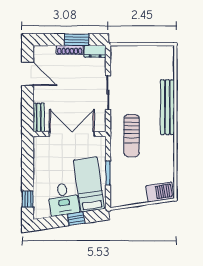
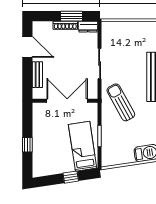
bench: (39, 117) -> (37, 75), moved
sun lounger: (132, 136) -> (121, 102), turned 151
window: (28, 199) -> (27, 145), moved
desk: (63, 199) -> (60, 160), removed

